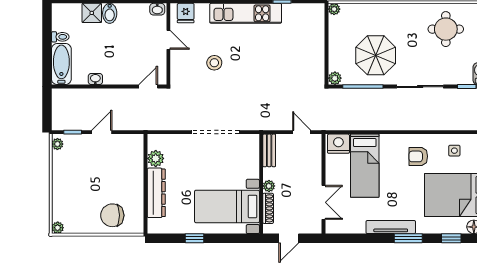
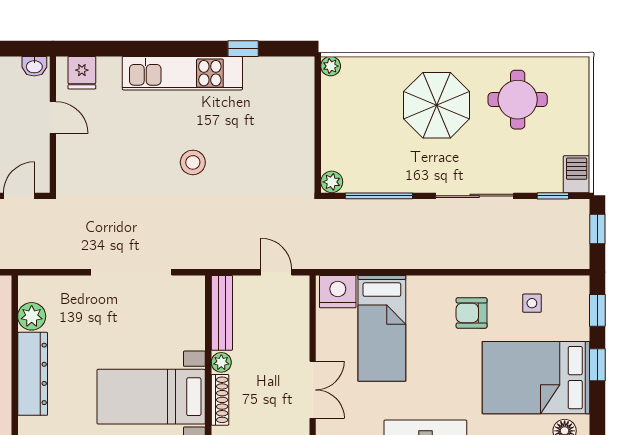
parasol: (376, 55) -> (437, 105), moved
stool: (214, 63) -> (193, 162), moved
bench: (269, 150) -> (222, 313), width x1.36

